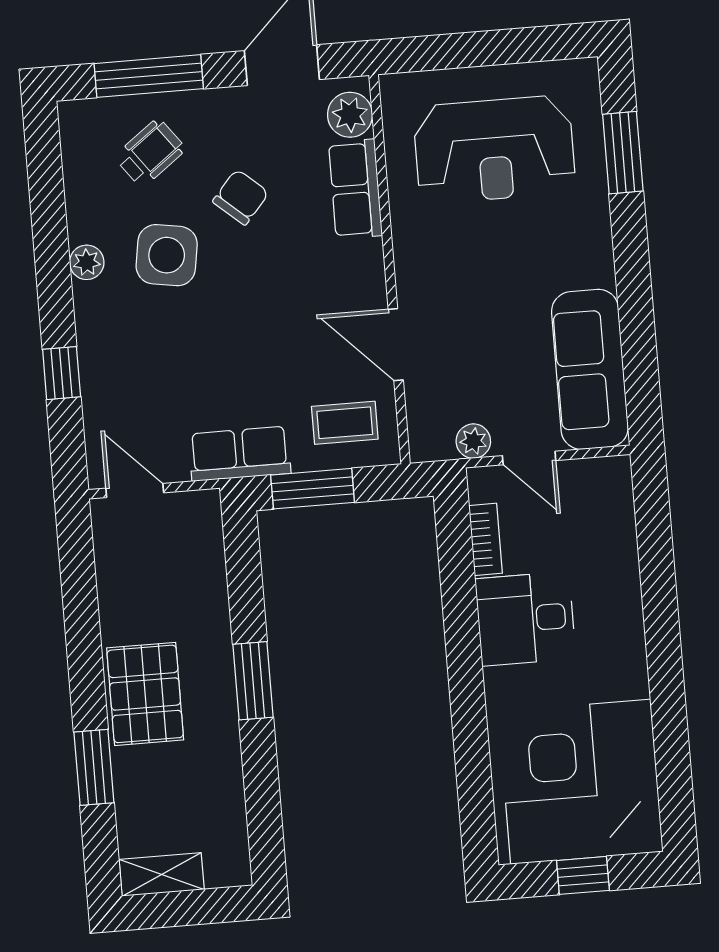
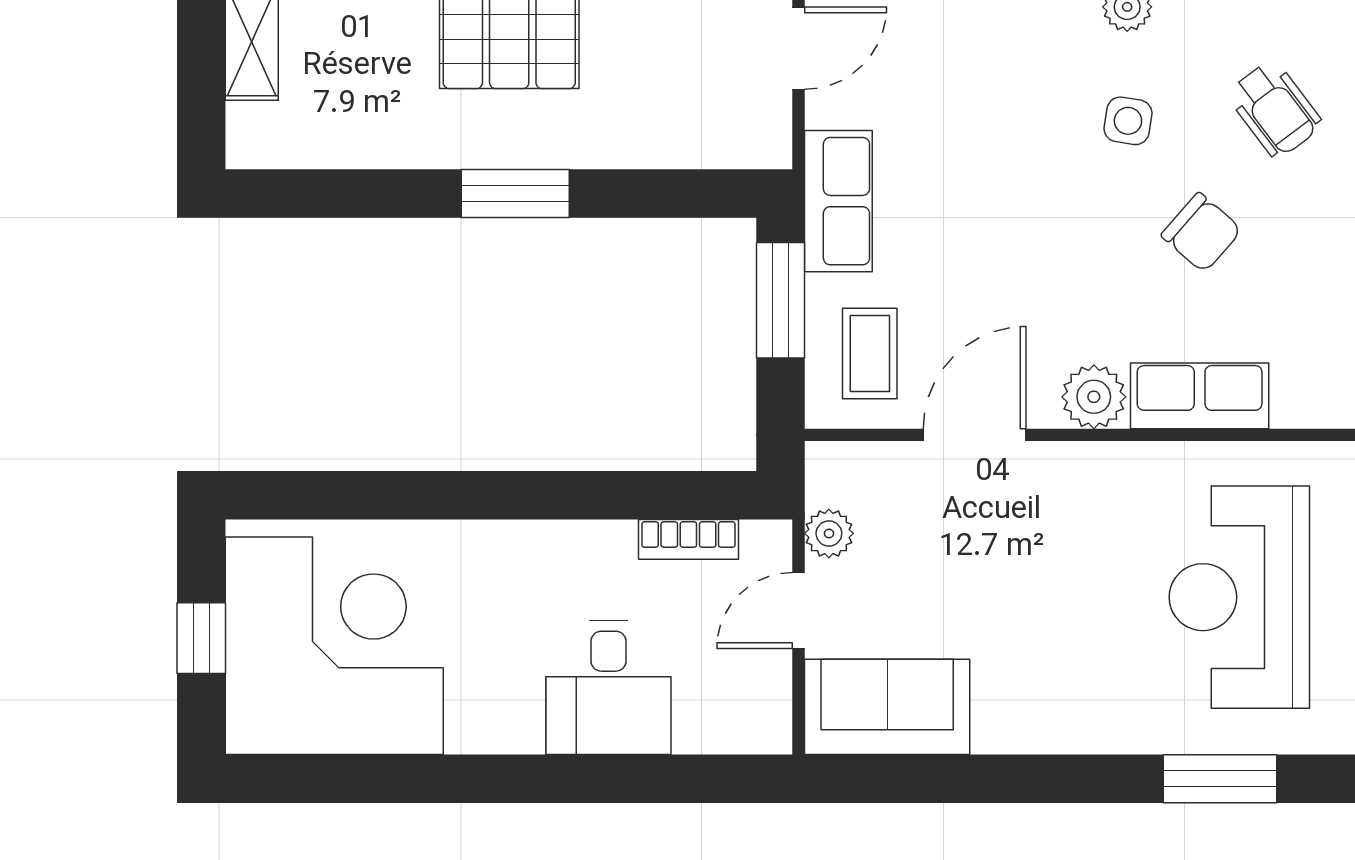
plant: (350, 115) -> (1094, 397), moved
side table: (167, 255) -> (1128, 121), width x0.54, depth x0.54
sofa: (590, 369) -> (887, 707), width x0.73
desk: (525, 619) -> (609, 687), moved, turned 180

